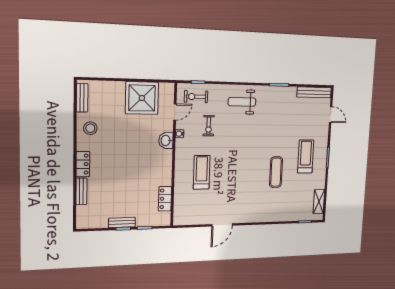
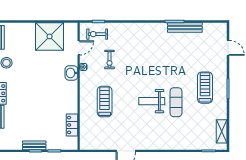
bench: (314, 92) -> (185, 27), moved
weight bench: (242, 102) -> (152, 101), moved

